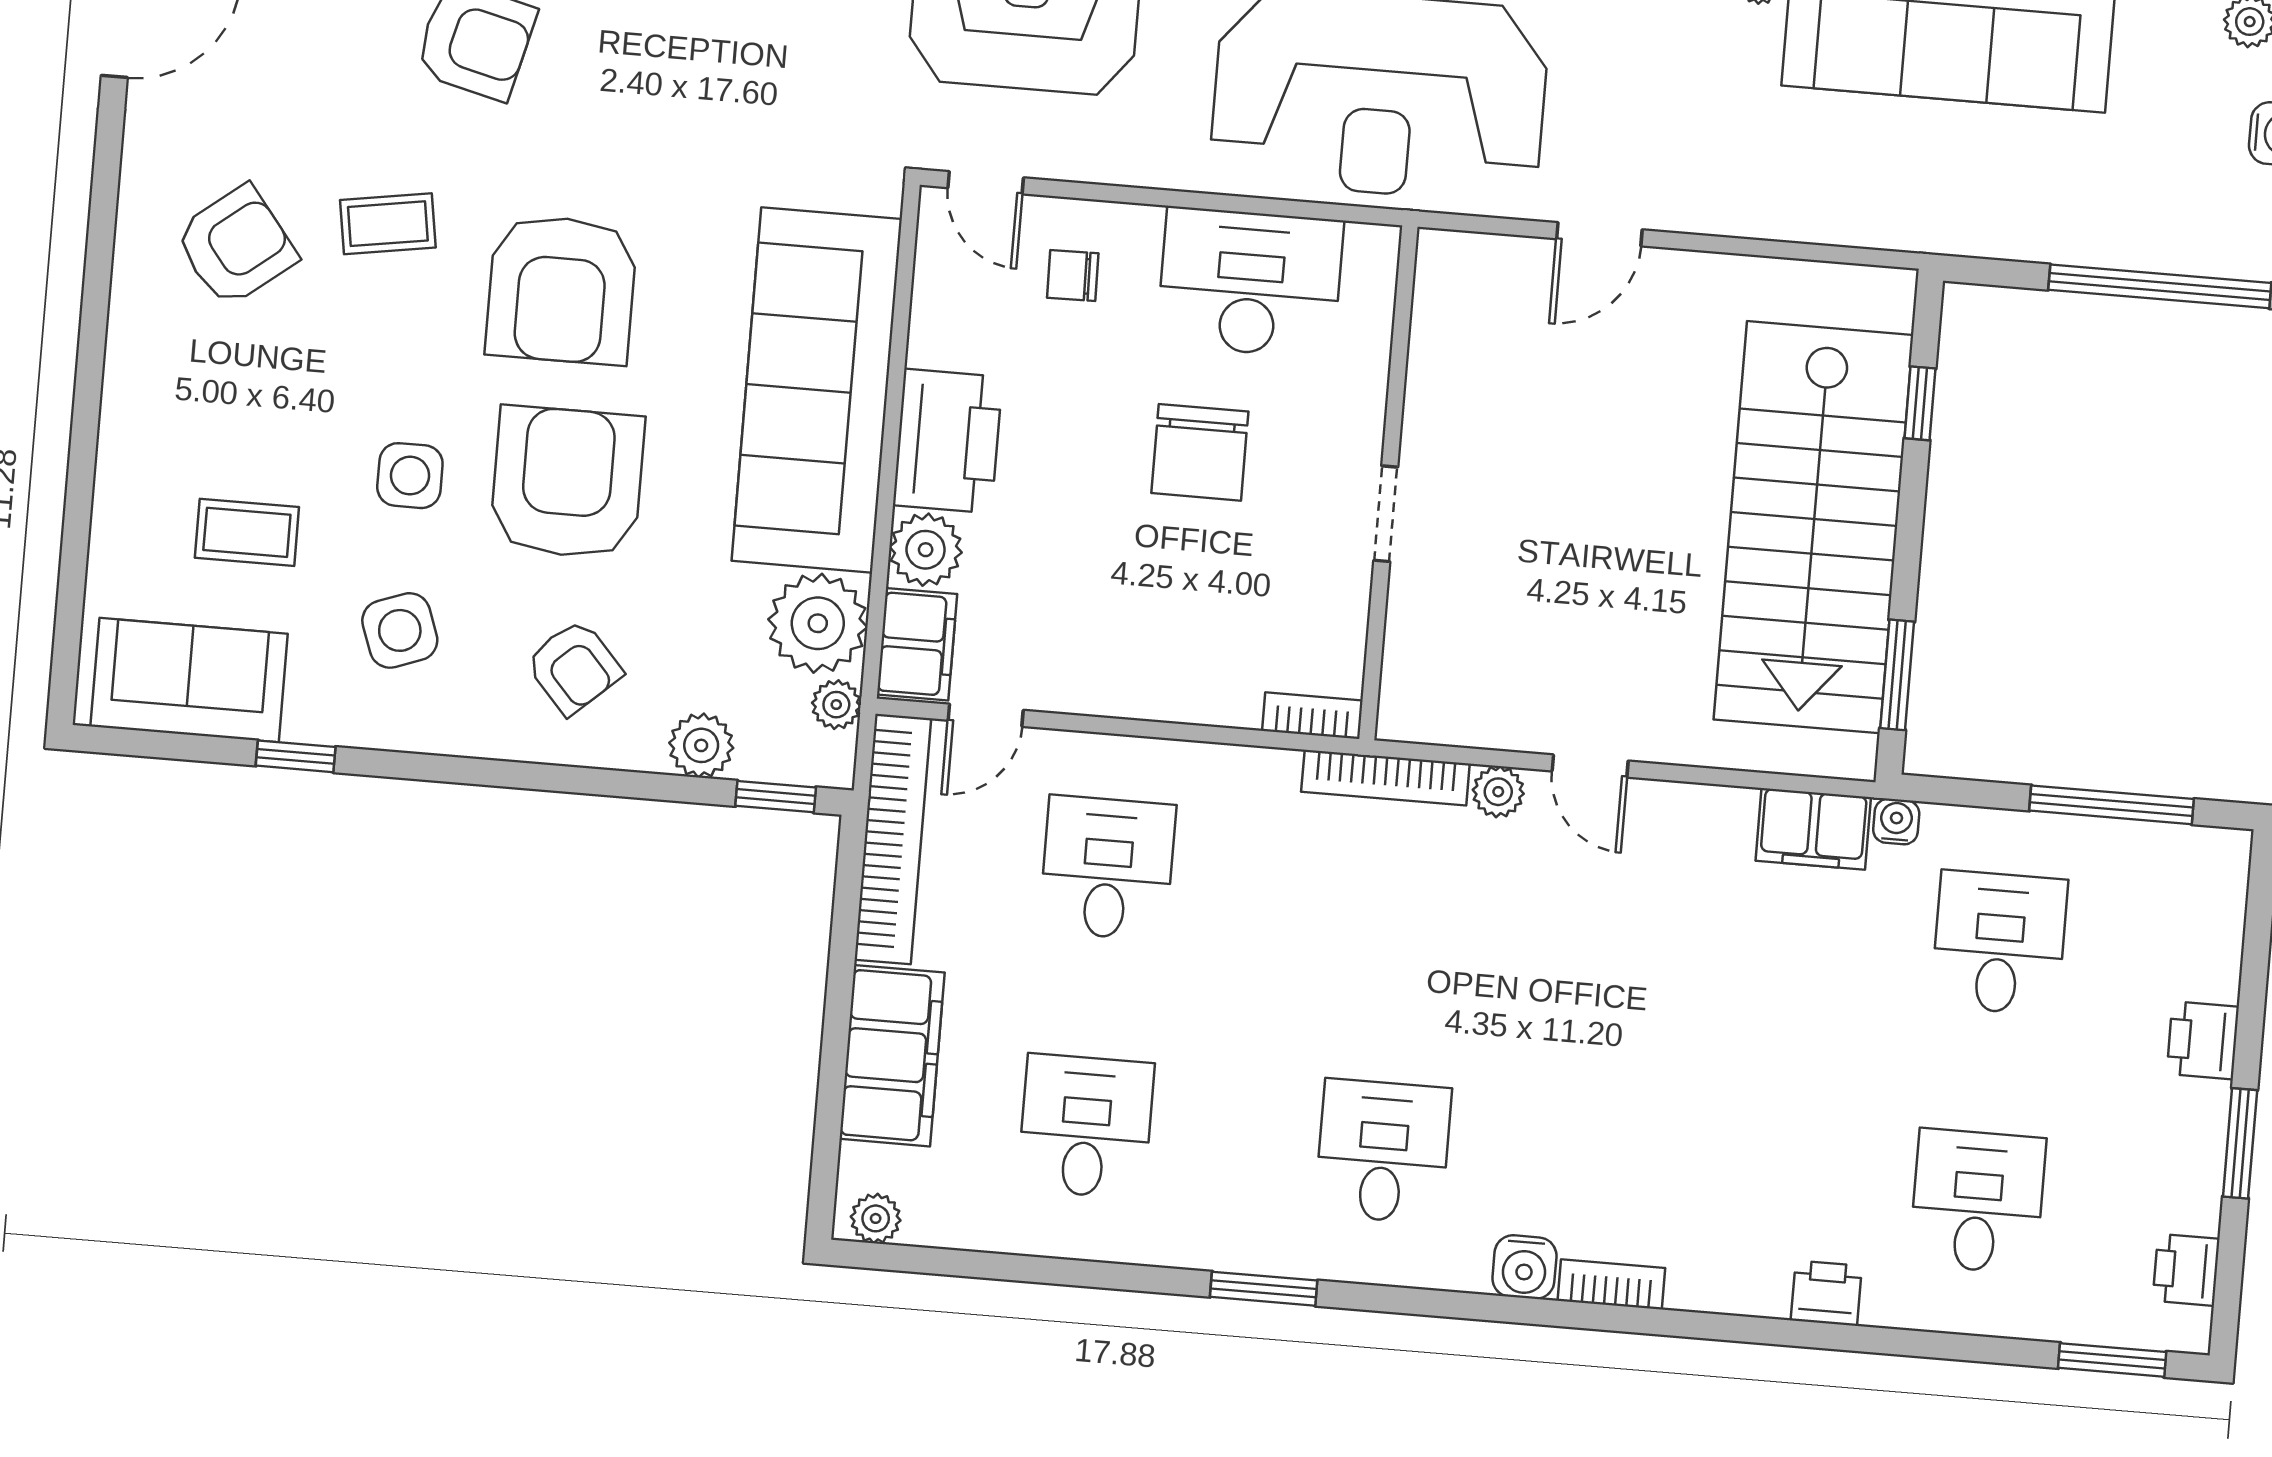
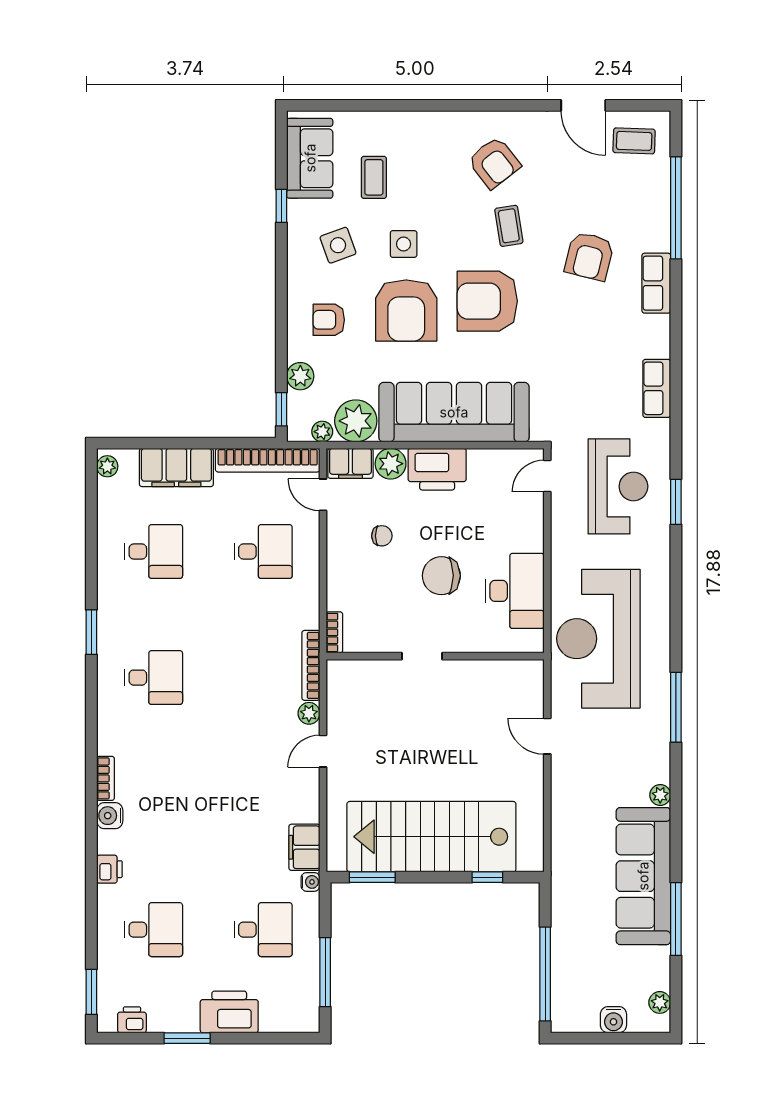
chair: (1073, 276) -> (382, 536), moved, turned 91
armchair: (567, 483) -> (406, 310), turned 90
armchair: (574, 667) -> (329, 320), turned 42
printer: (2203, 1040) -> (229, 1012), width x1.87, depth x1.48
water cooler: (1524, 1267) -> (110, 816), moved

